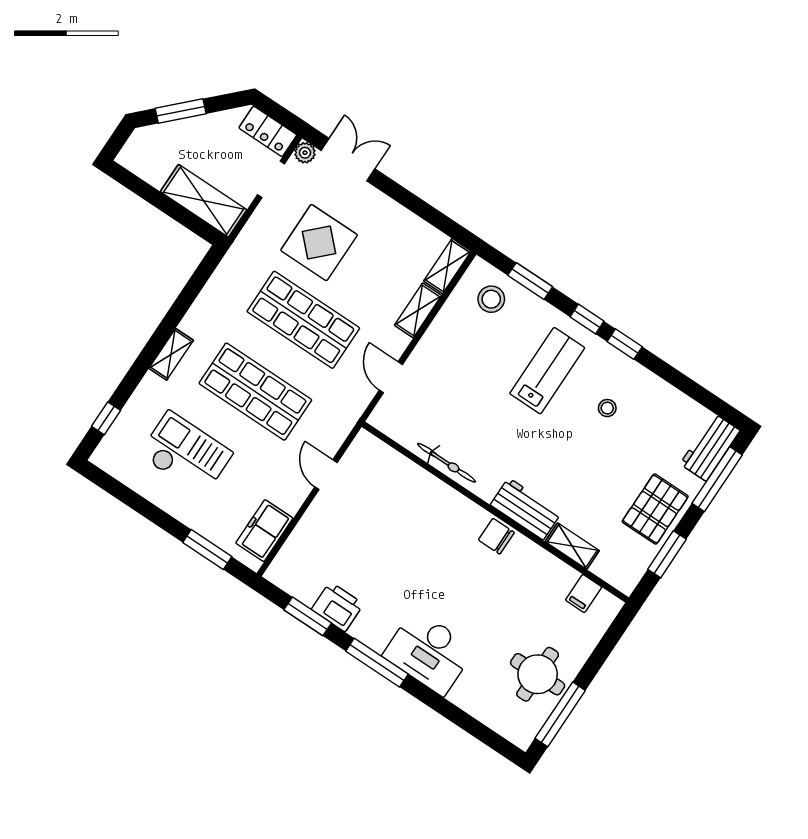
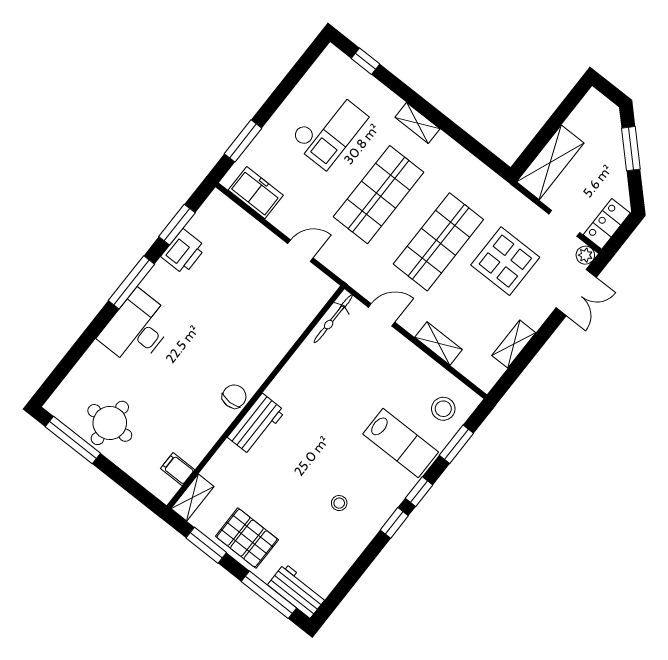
shelving: (447, 266) -> (514, 344), moved, turned 90
lab bench: (547, 371) -> (401, 443), moved
bicycle: (447, 463) -> (333, 319), moved
shelving: (572, 546) -> (192, 497), moved

